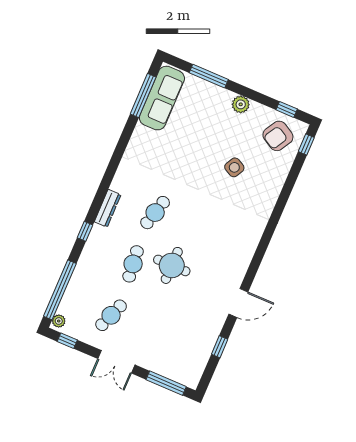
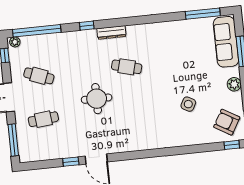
sofa: (162, 98) -> (226, 42), moved, turned 90
cafe table: (133, 264) -> (43, 119), moved
window: (220, 347) -> (71, 162), moved

